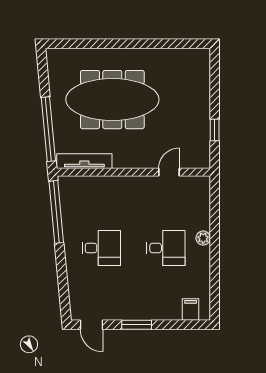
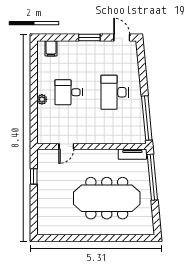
tv unit: (84, 161) -> (132, 154), width x0.71
desk: (101, 248) -> (115, 92), width x1.37

